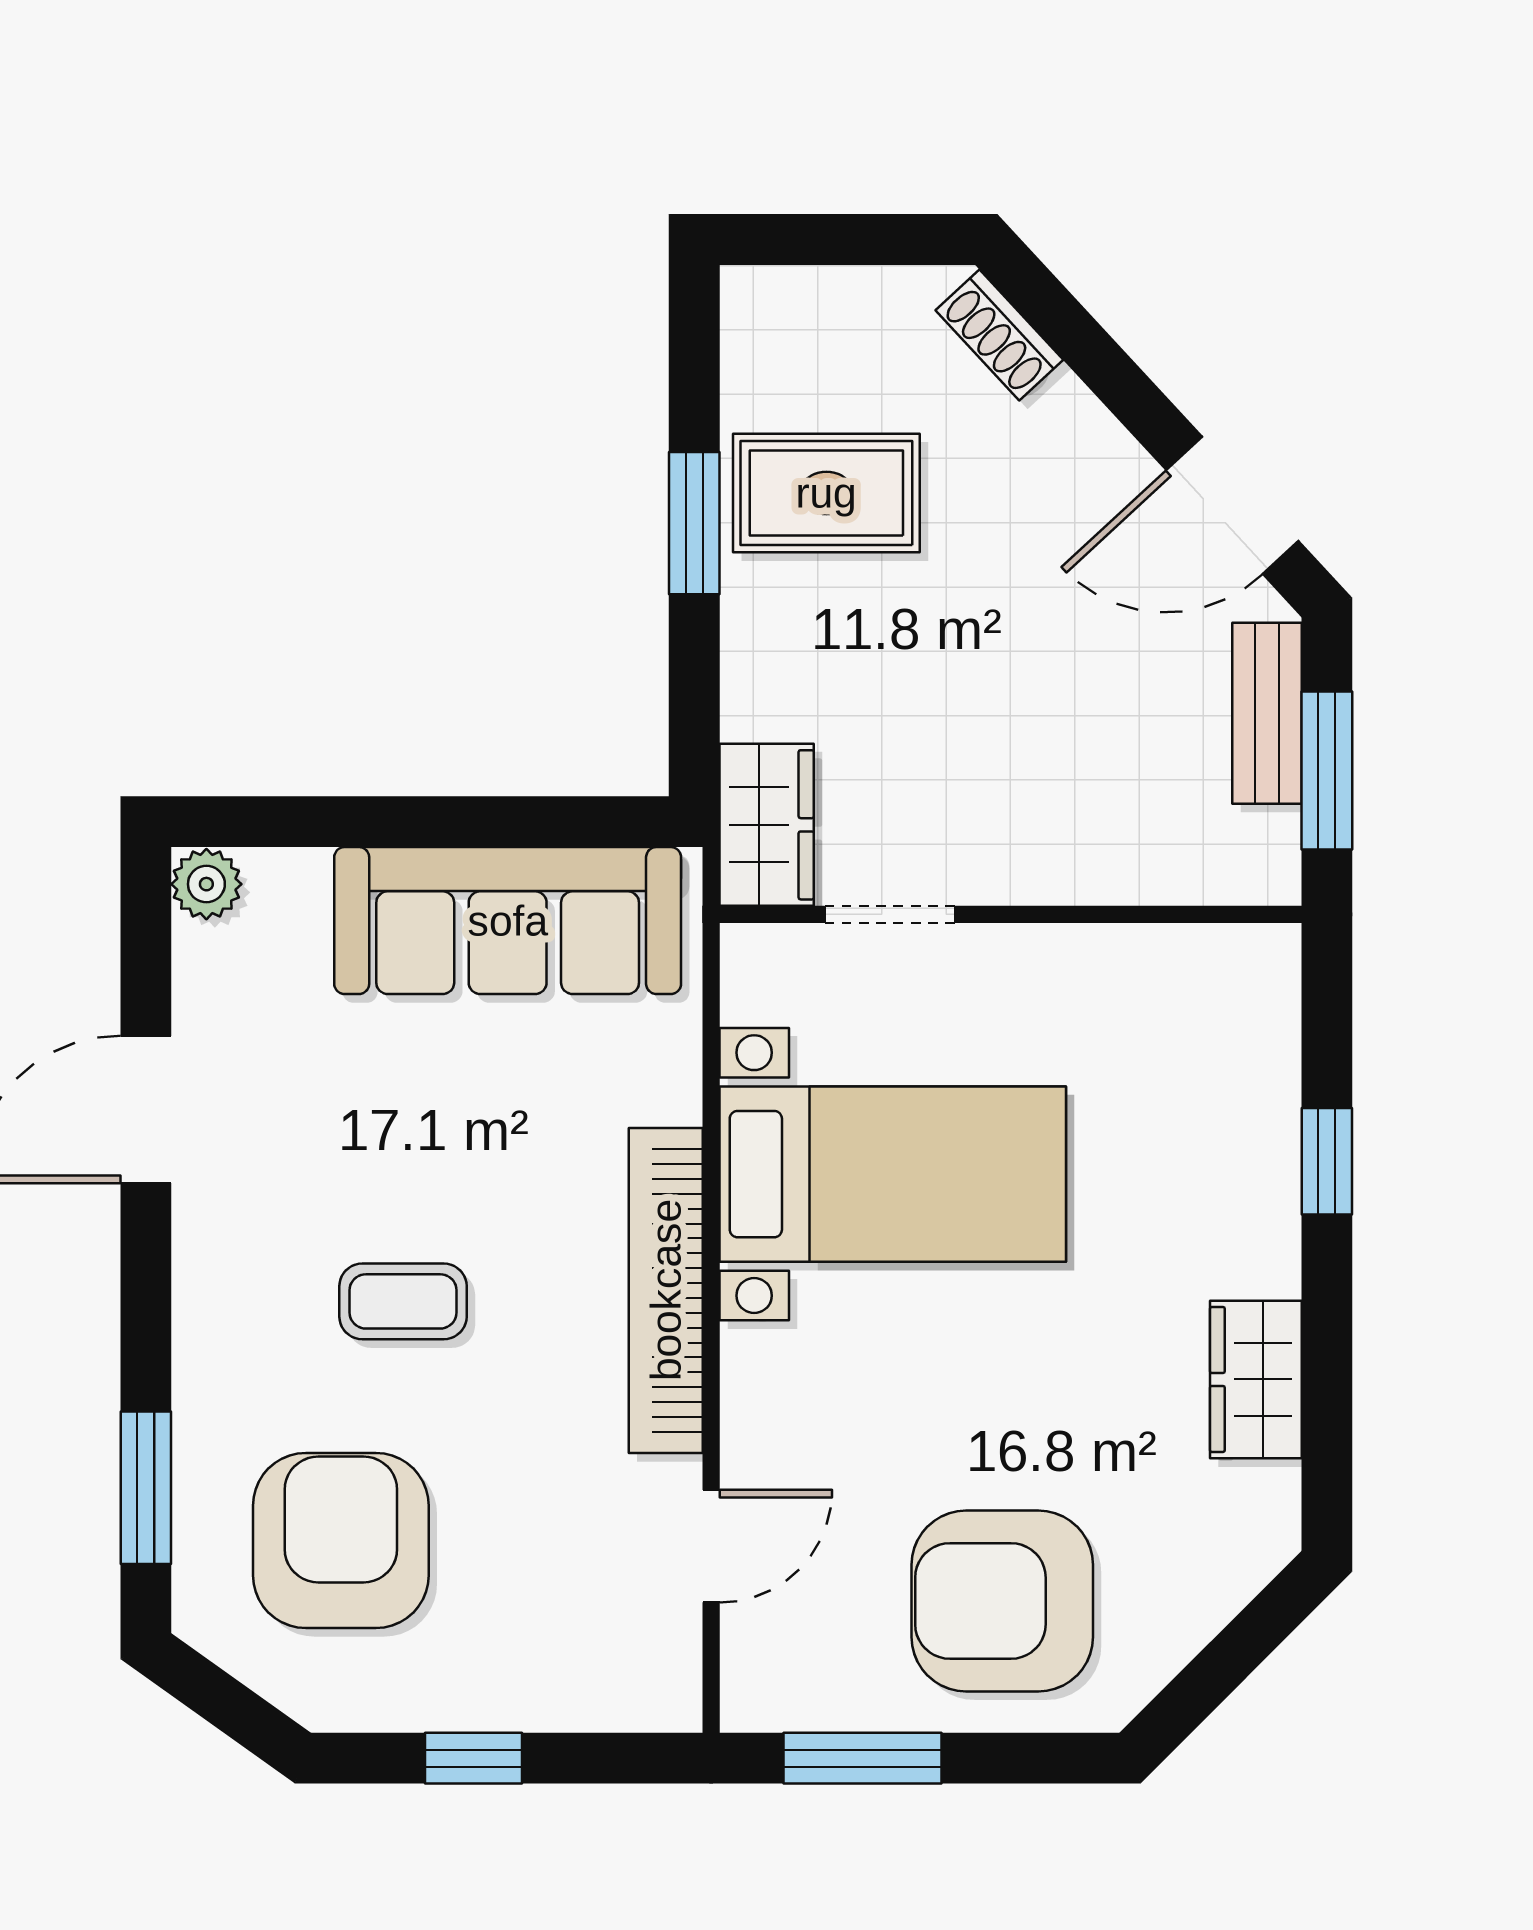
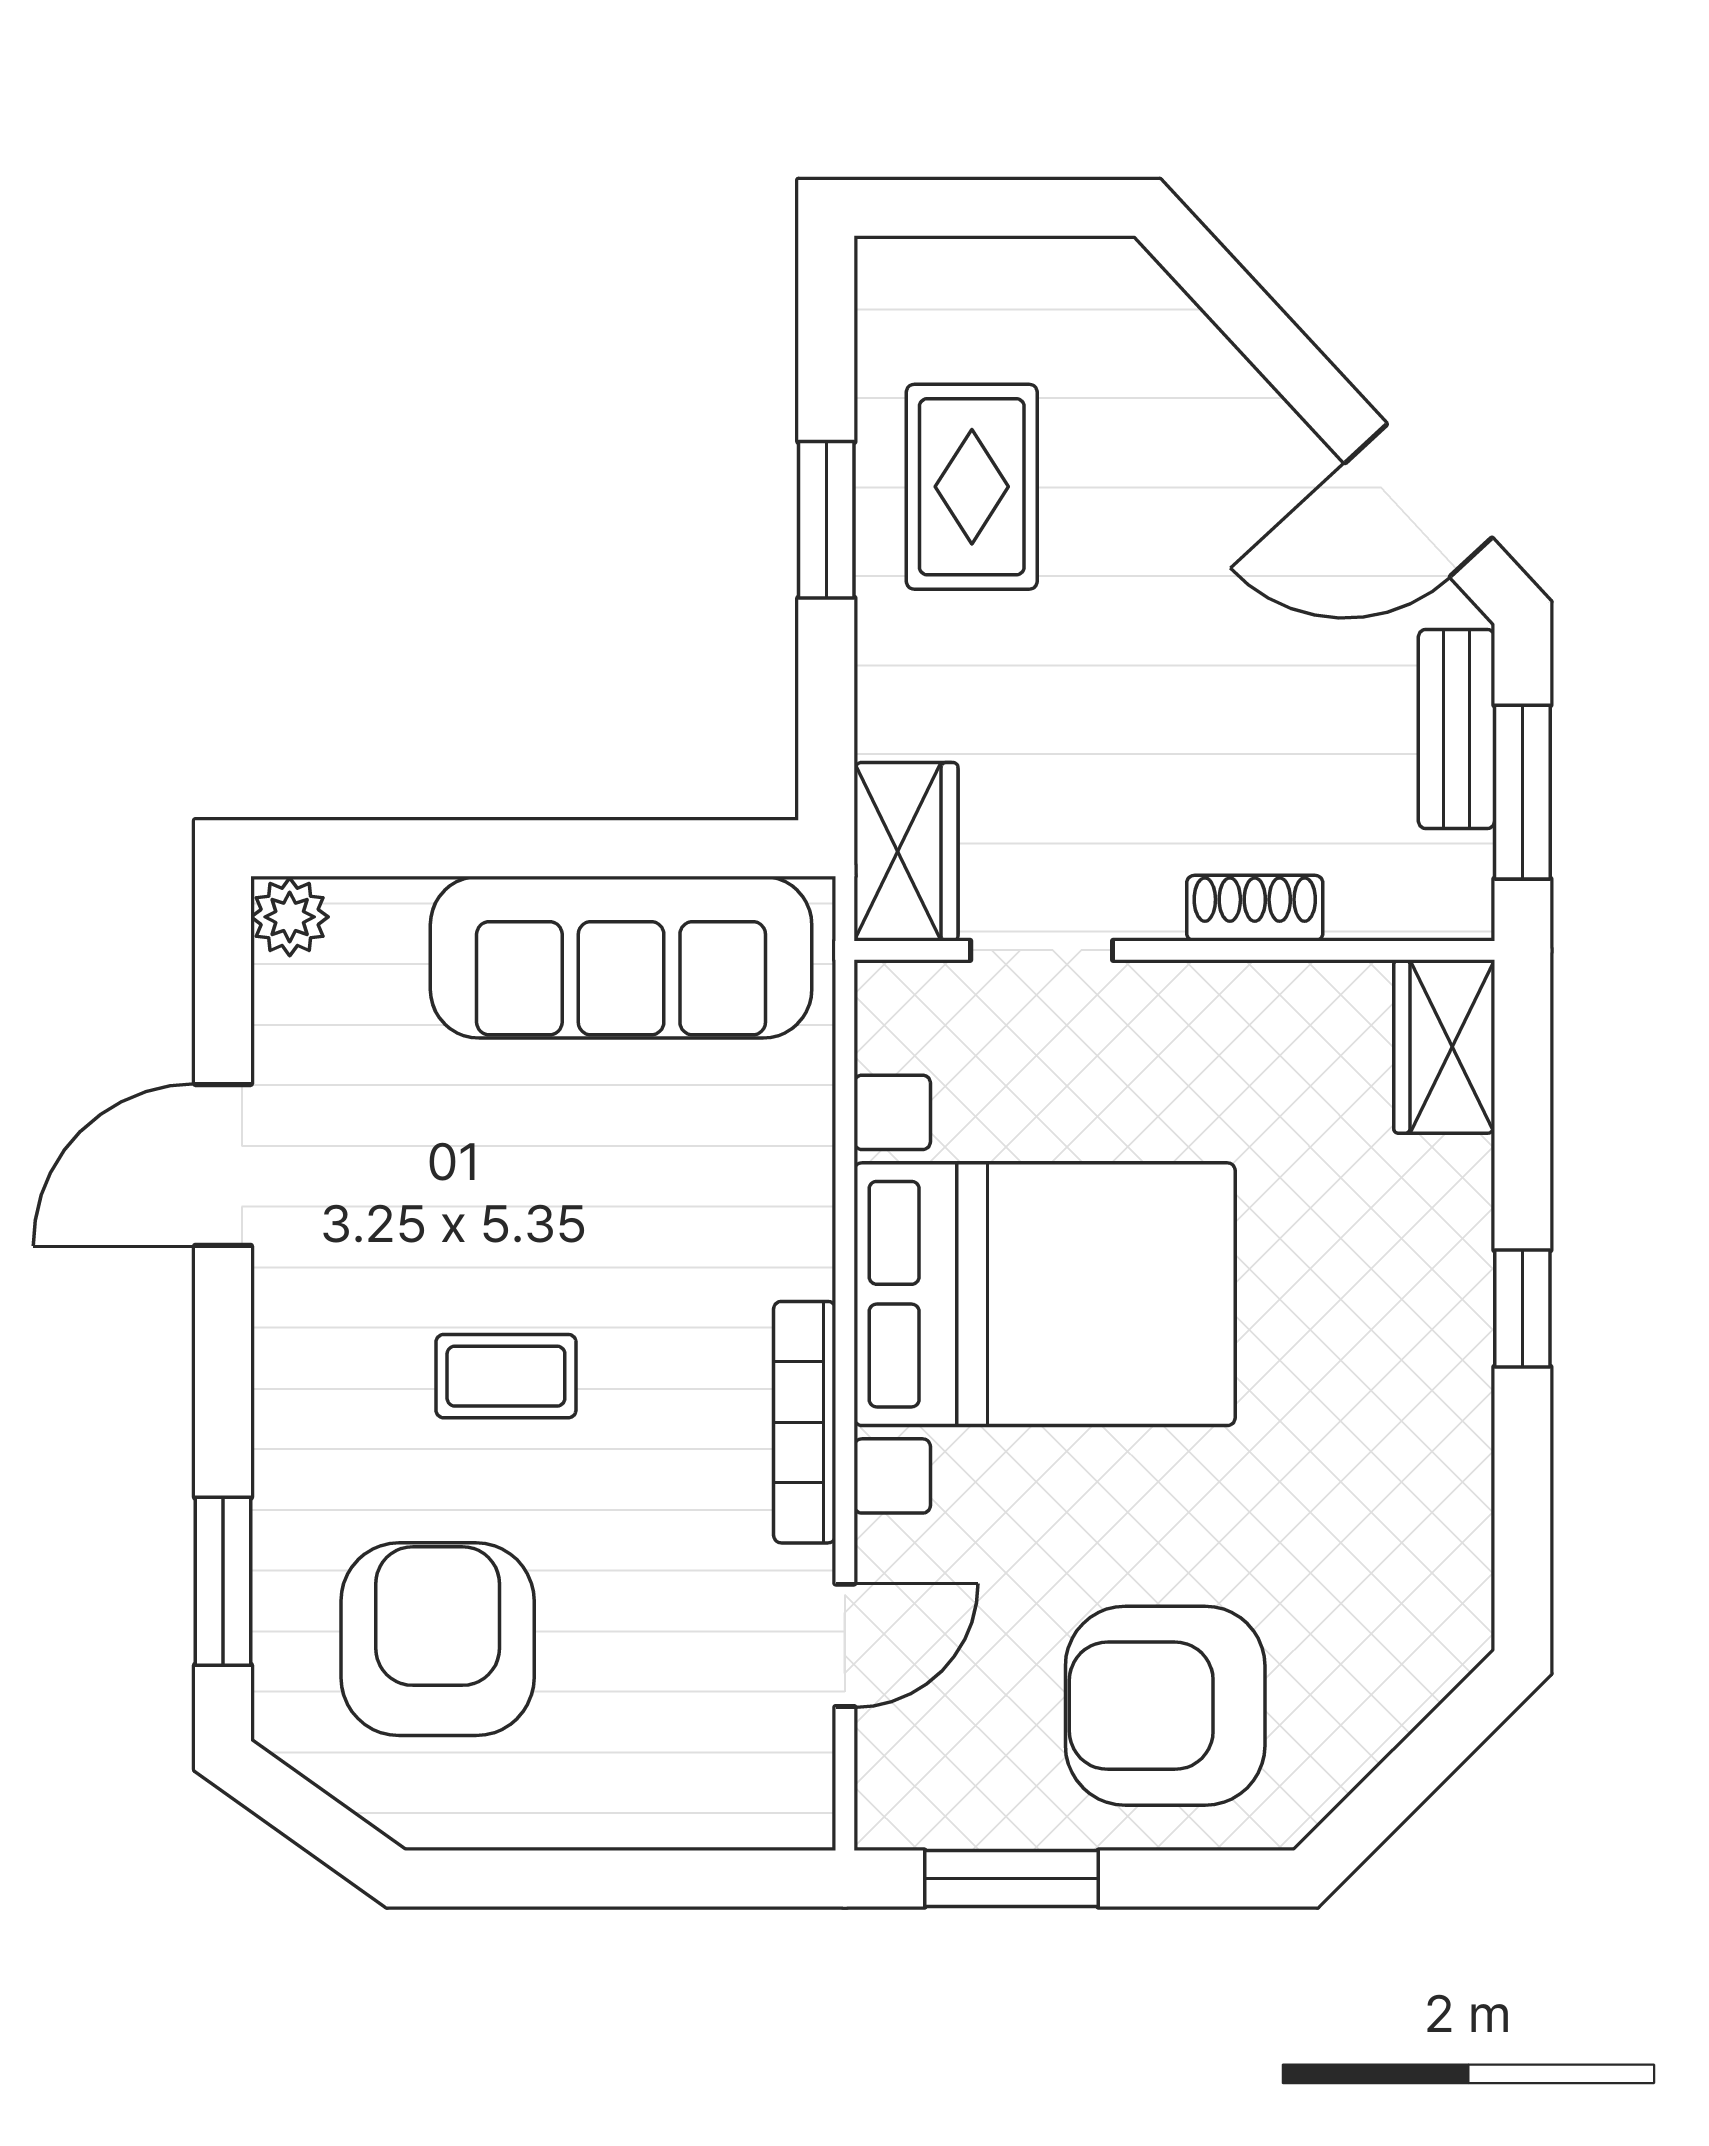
shoe rack: (999, 335) -> (1255, 908), moved, turned 133
rug: (826, 493) -> (972, 487), turned 90
window: (1327, 1161) -> (1522, 1309), moved
bed with nightstands: (893, 1174) -> (1045, 1294), width x1.36
bookcase: (666, 1290) -> (805, 1422), width x0.68, depth x0.76
wardrobe: (1256, 1379) -> (1444, 1047), moved
window: (473, 1758) -> (583, 1879), removed

